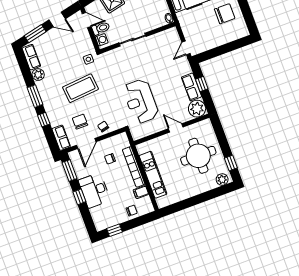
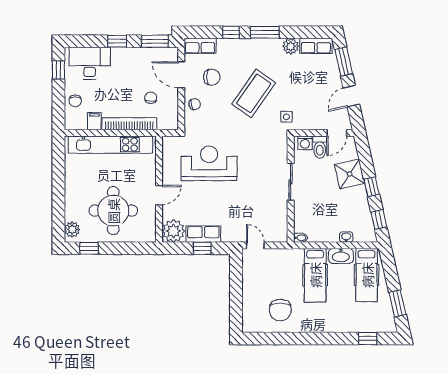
coffee table: (81, 88) -> (254, 93), turned 40
kitchen unit: (153, 175) -> (110, 145), width x1.36
desk: (94, 190) -> (90, 63), moved

